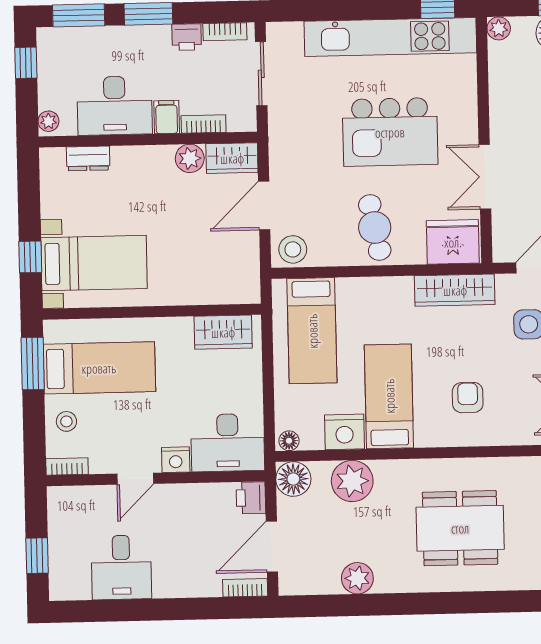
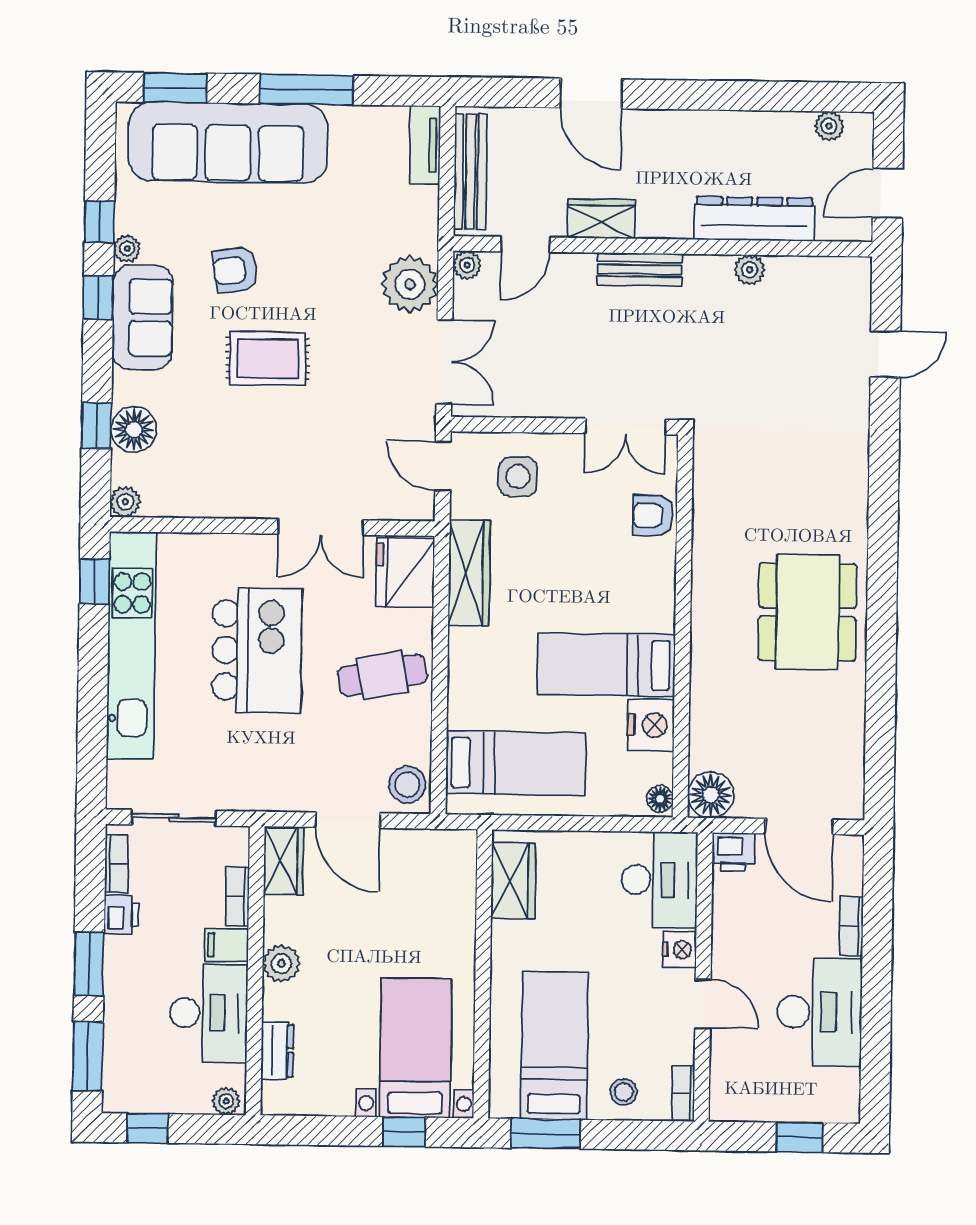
plant: (190, 158) -> (281, 963), moved
armchair: (468, 398) -> (653, 515), moved
plant: (352, 481) -> (716, 717), removed
dining table: (460, 528) -> (807, 612), moved
desk: (121, 567) -> (819, 1012), width x1.37
plant: (357, 578) -> (845, 715), removed
bookcase: (245, 588) -> (851, 926), moved

